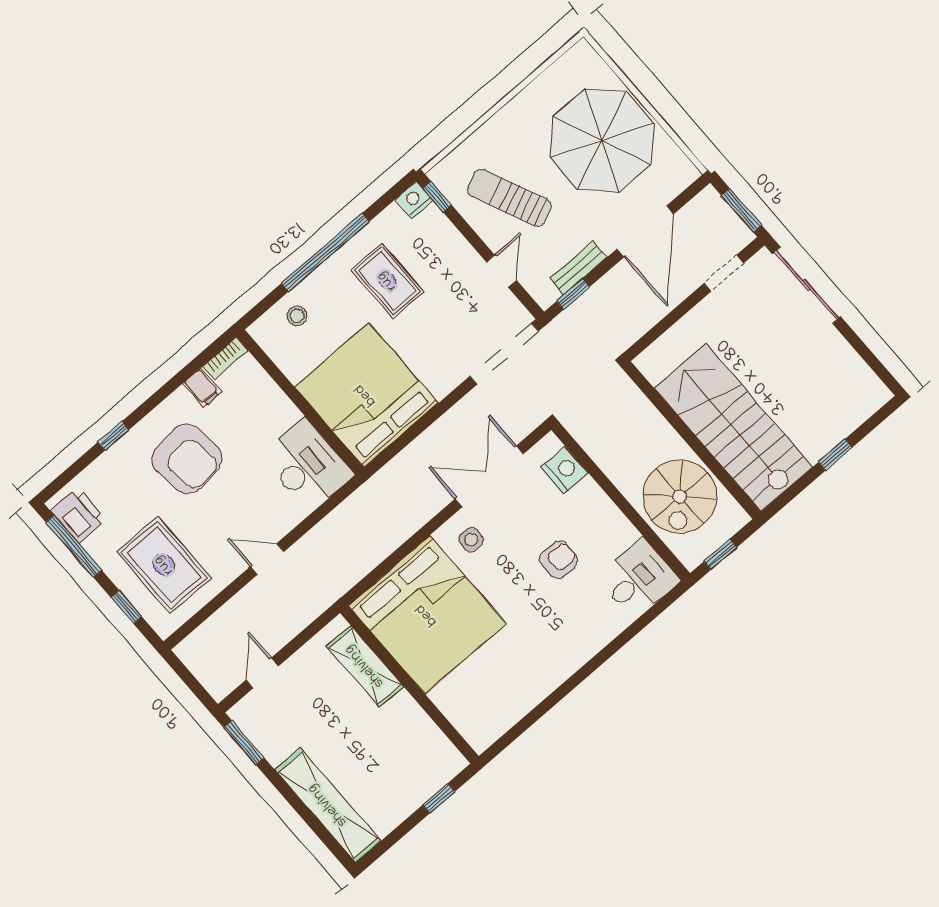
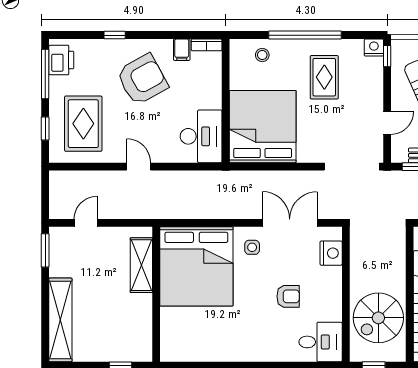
armchair: (187, 459) -> (142, 79), turned -112

